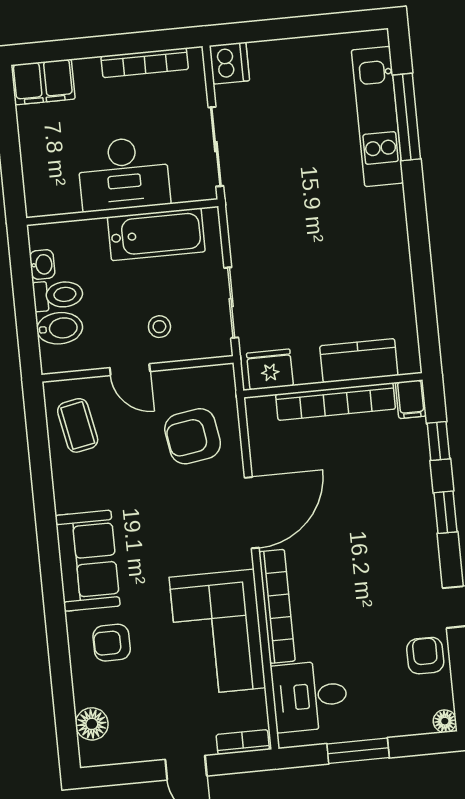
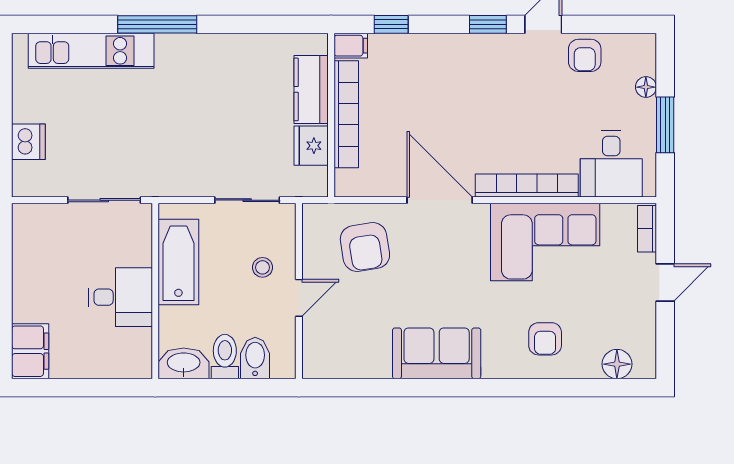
bookcase: (145, 63) -> (22, 257), removed
dishwasher: (229, 63) -> (28, 142), moved, turned 90
window: (407, 117) -> (157, 24), moved
desk: (124, 174) -> (121, 297), width x0.73
washbasin: (42, 264) -> (184, 363), width x1.91, depth x1.45
fridge: (270, 369) -> (311, 146), moved
coffee table: (78, 425) -> (345, 350), removed
window: (445, 512) -> (488, 24), moved
sofa: (88, 561) -> (437, 353), moved
armchair: (425, 656) -> (585, 55), turned -90
floor lamp: (445, 721) -> (646, 87), moved

